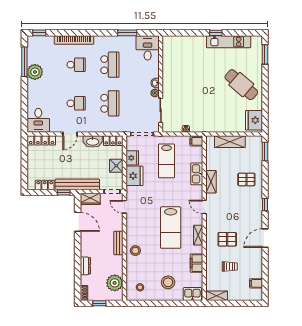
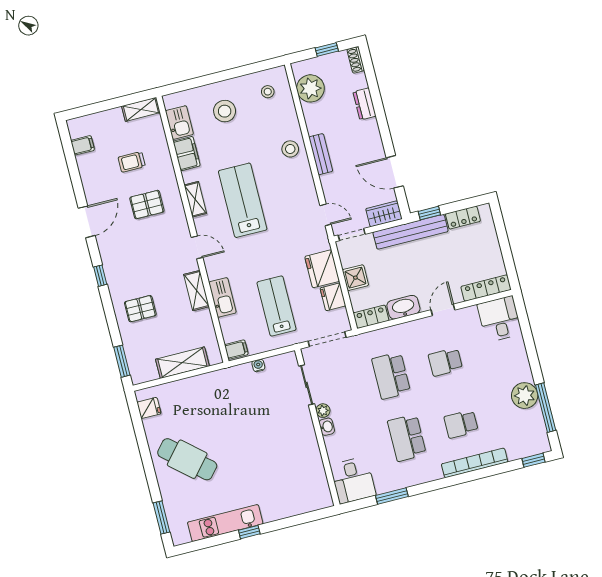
fridge: (254, 120) -> (149, 408), width x0.53, depth x0.75
kitchen sink: (192, 294) -> (179, 123), moved, turned -90

